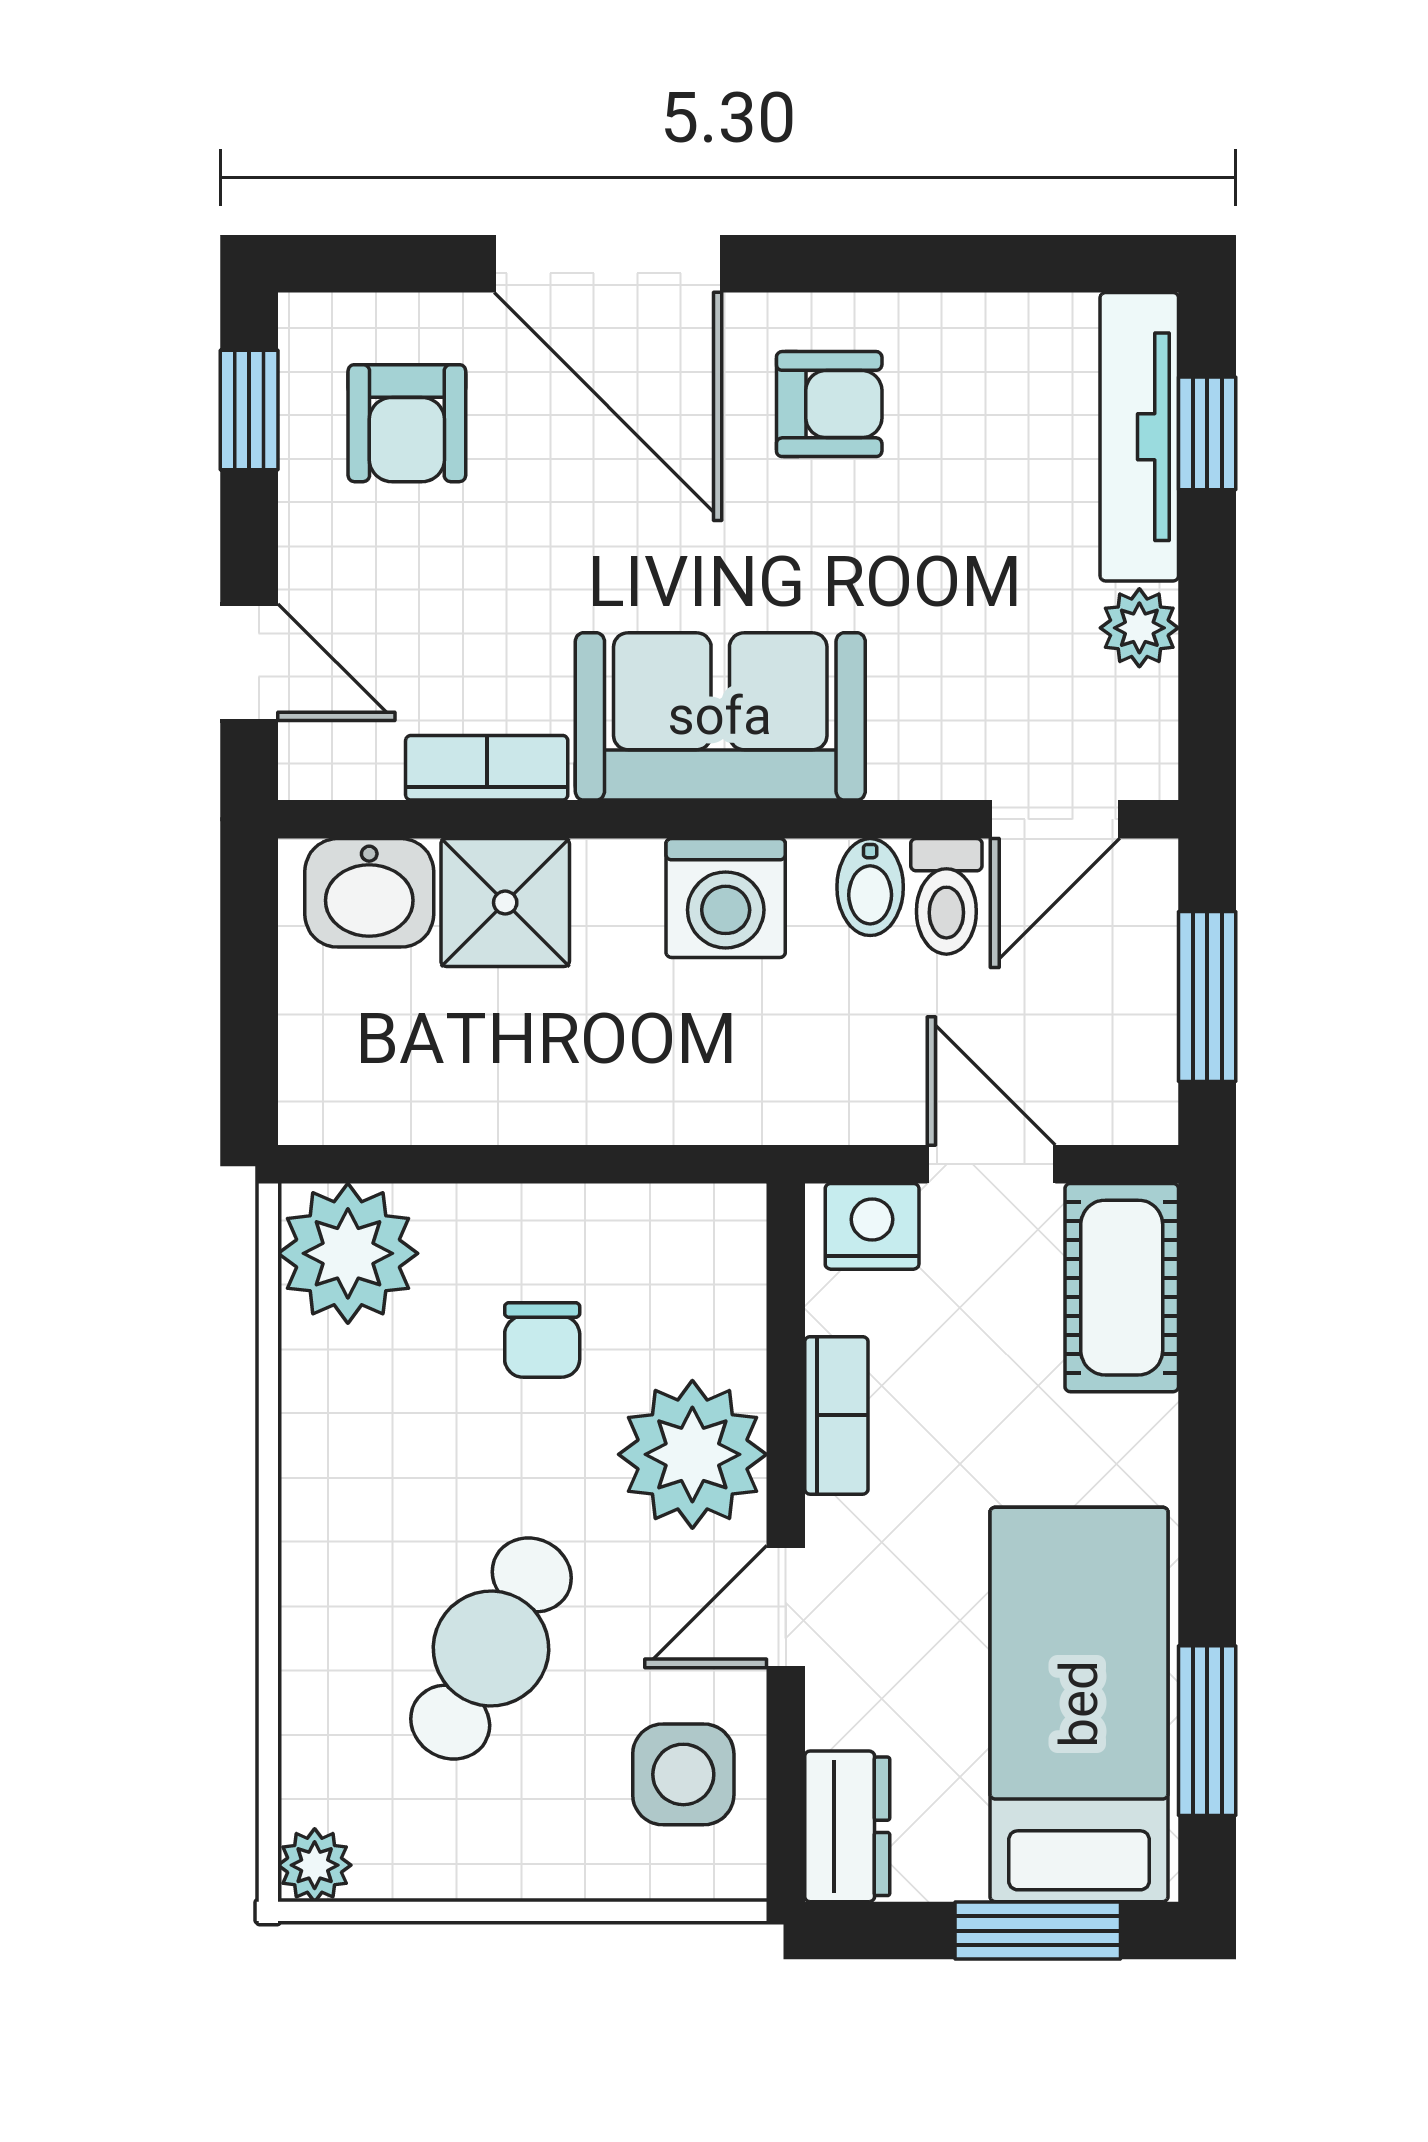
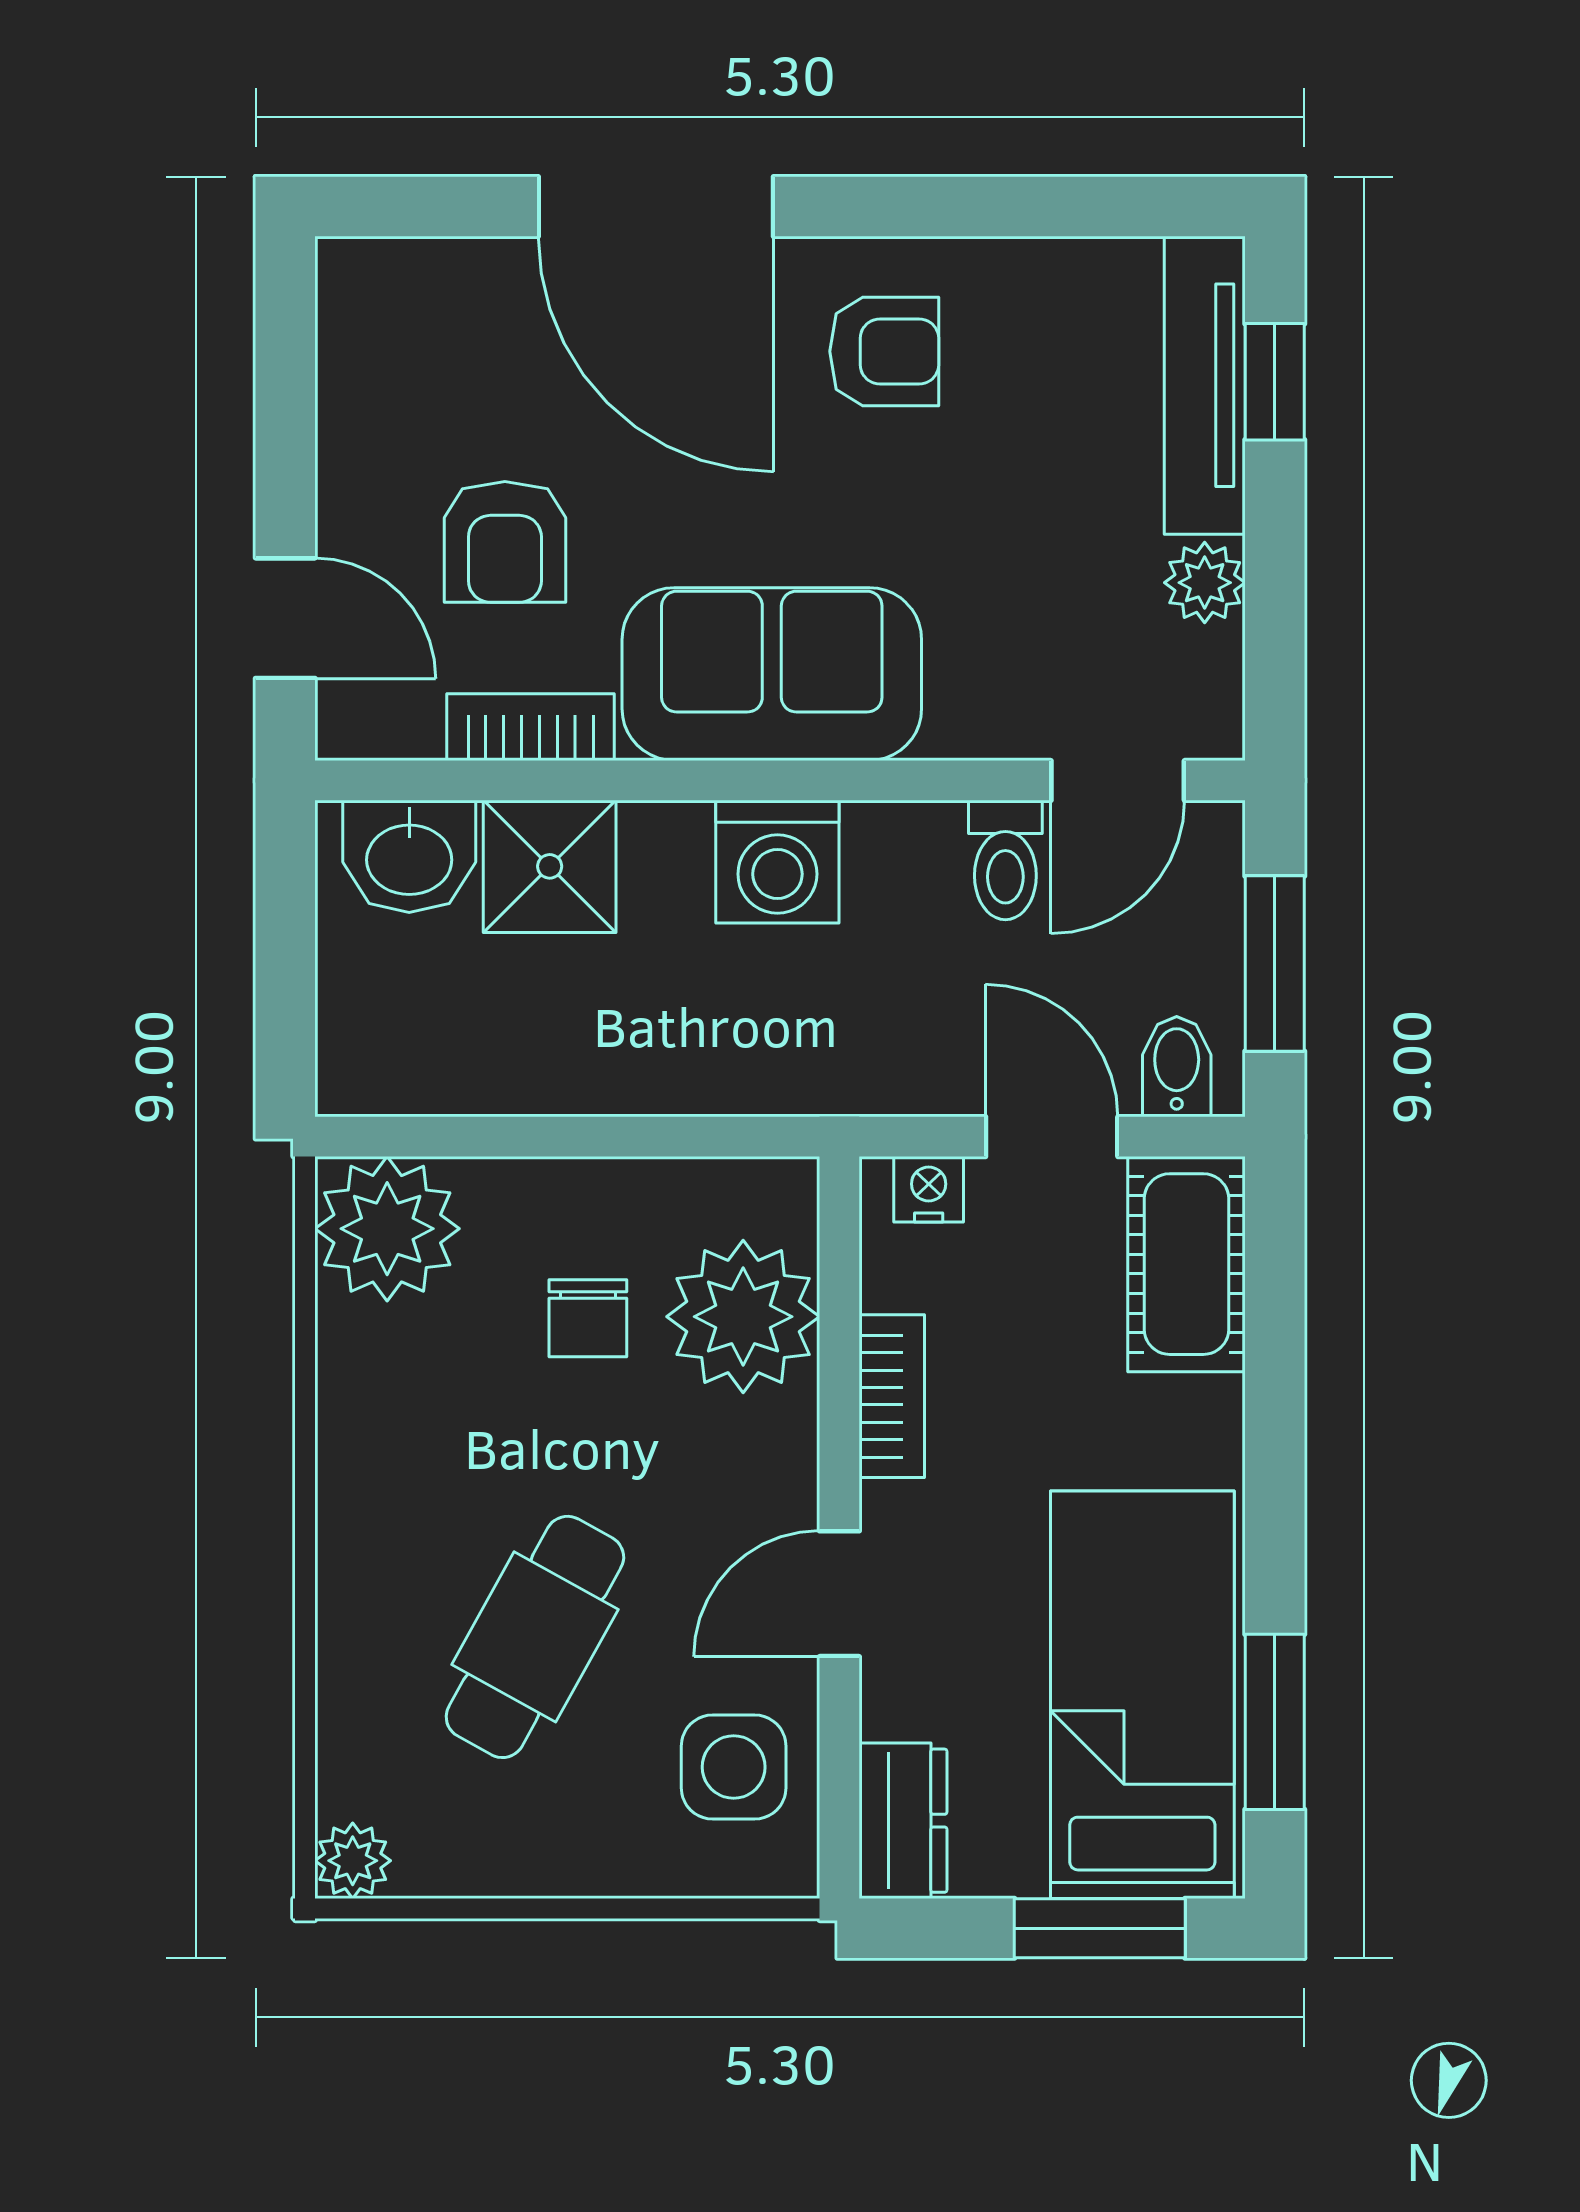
window: (249, 410) -> (285, 358), removed
armchair: (407, 423) -> (505, 542), moved
bidet: (870, 887) -> (1177, 1067), moved, turned 180
nightstand: (872, 1226) -> (929, 1189), width x0.72, depth x0.74
plant: (692, 1454) -> (743, 1317), moved

